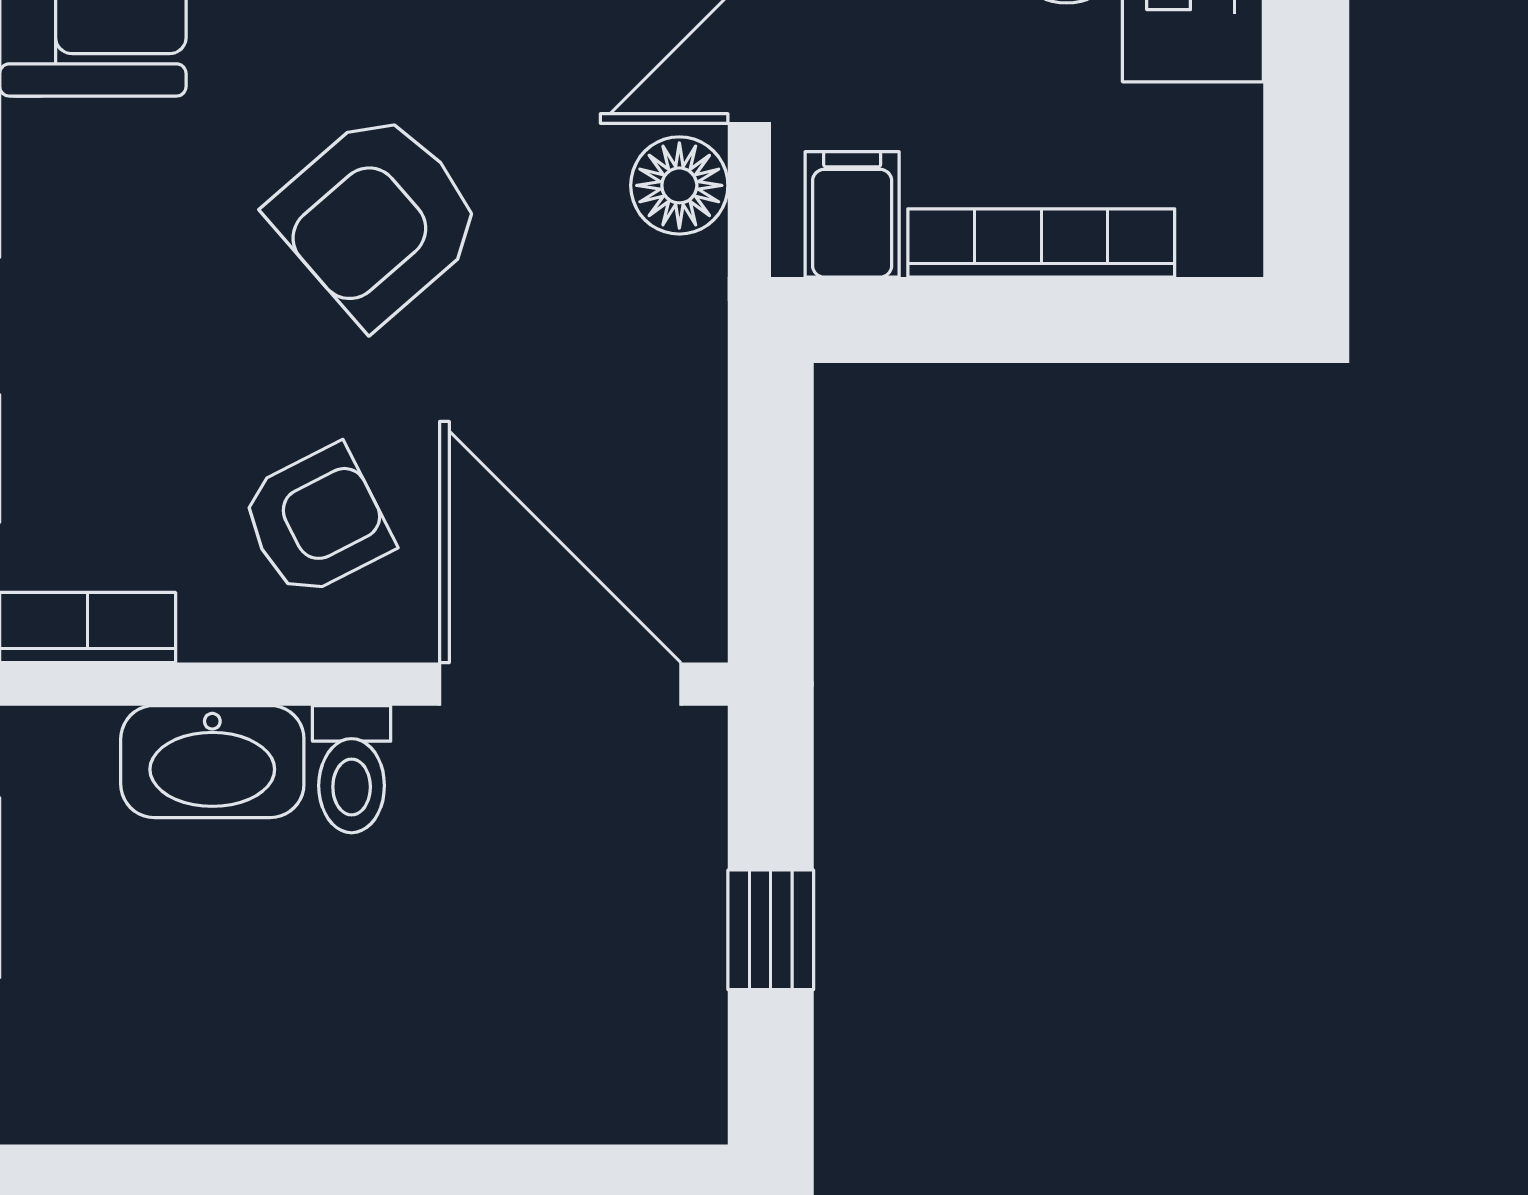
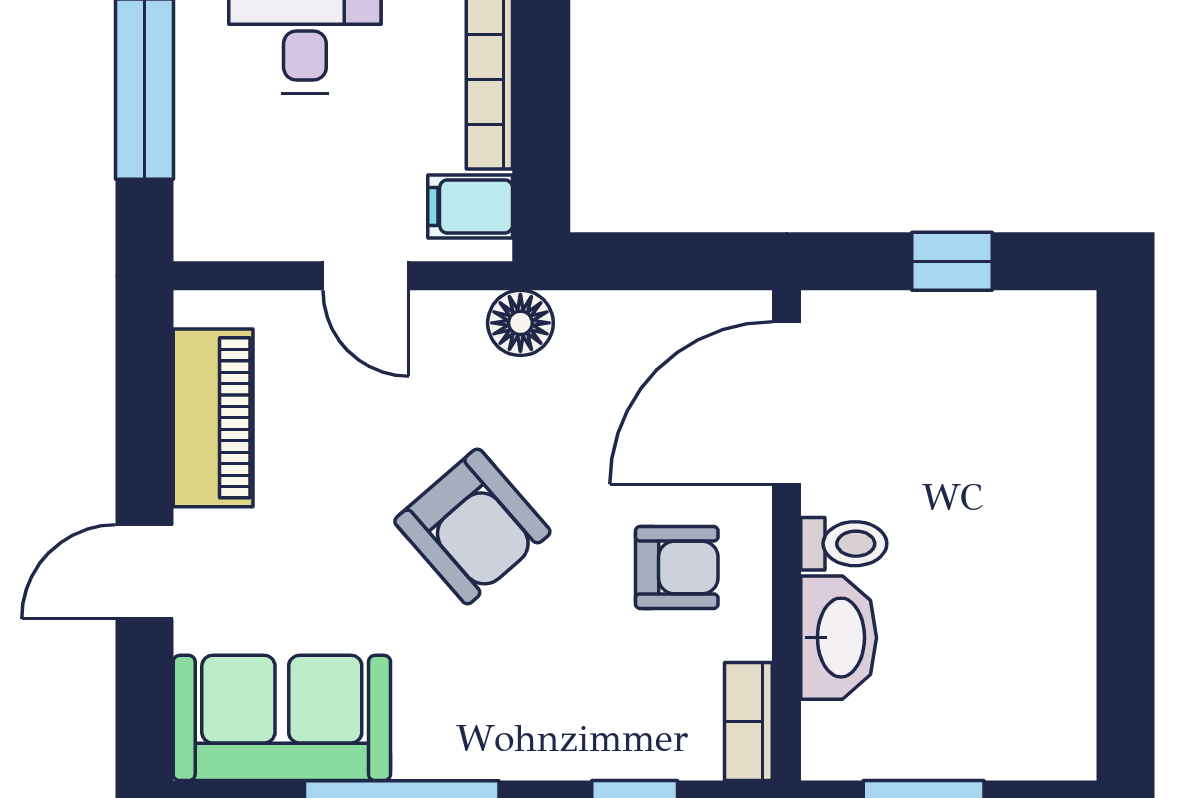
floor lamp: (679, 185) -> (520, 323), moved
armchair: (316, 521) -> (677, 567), turned 117

